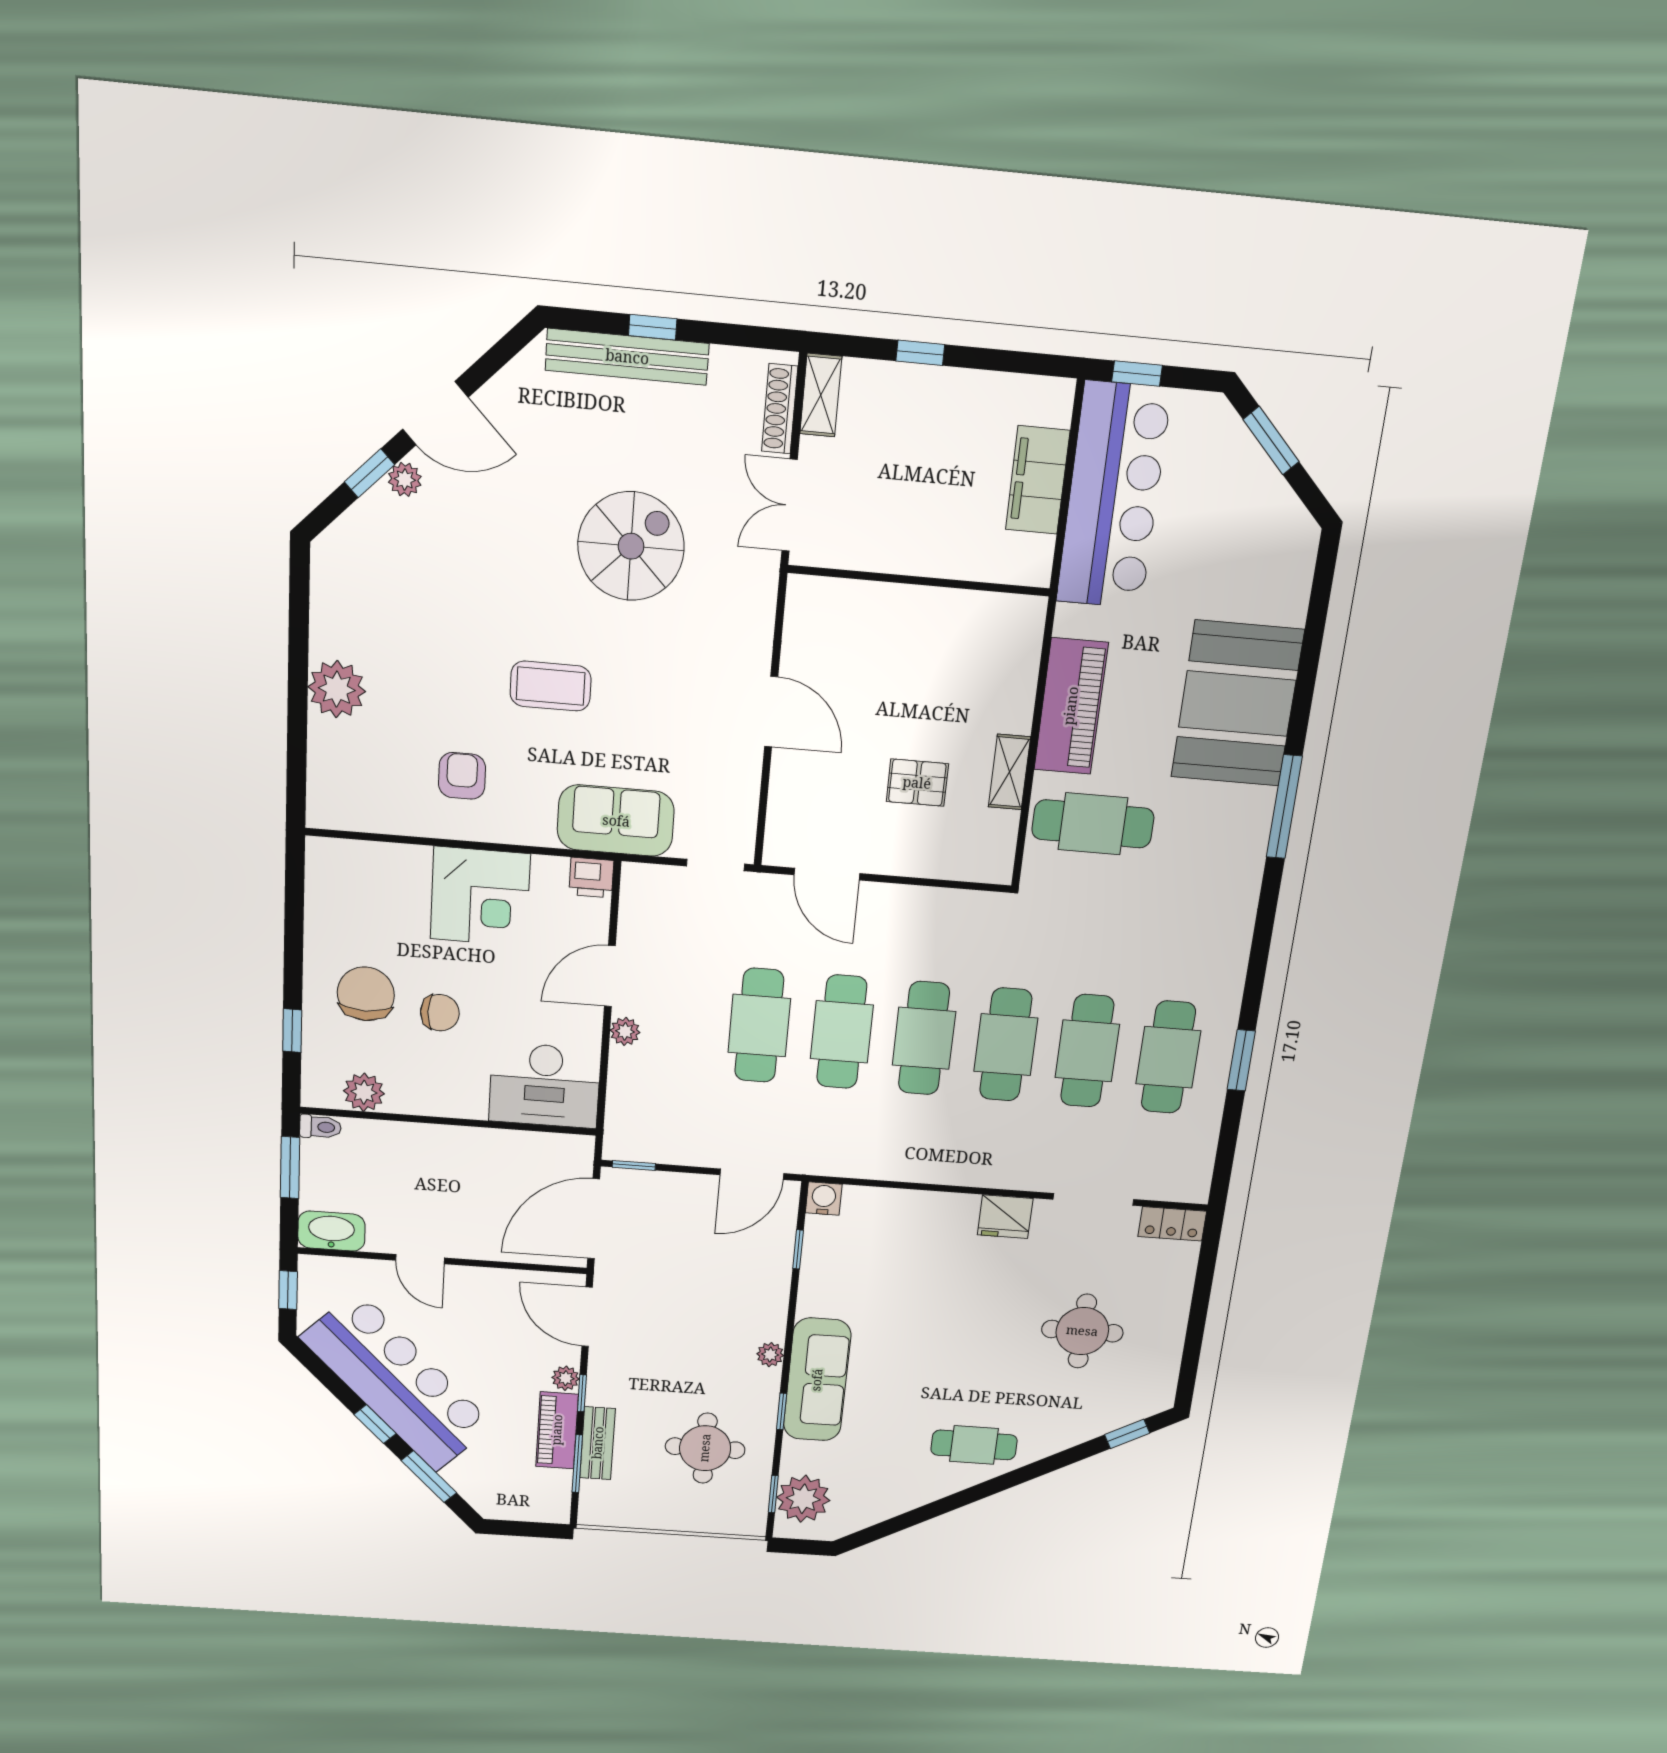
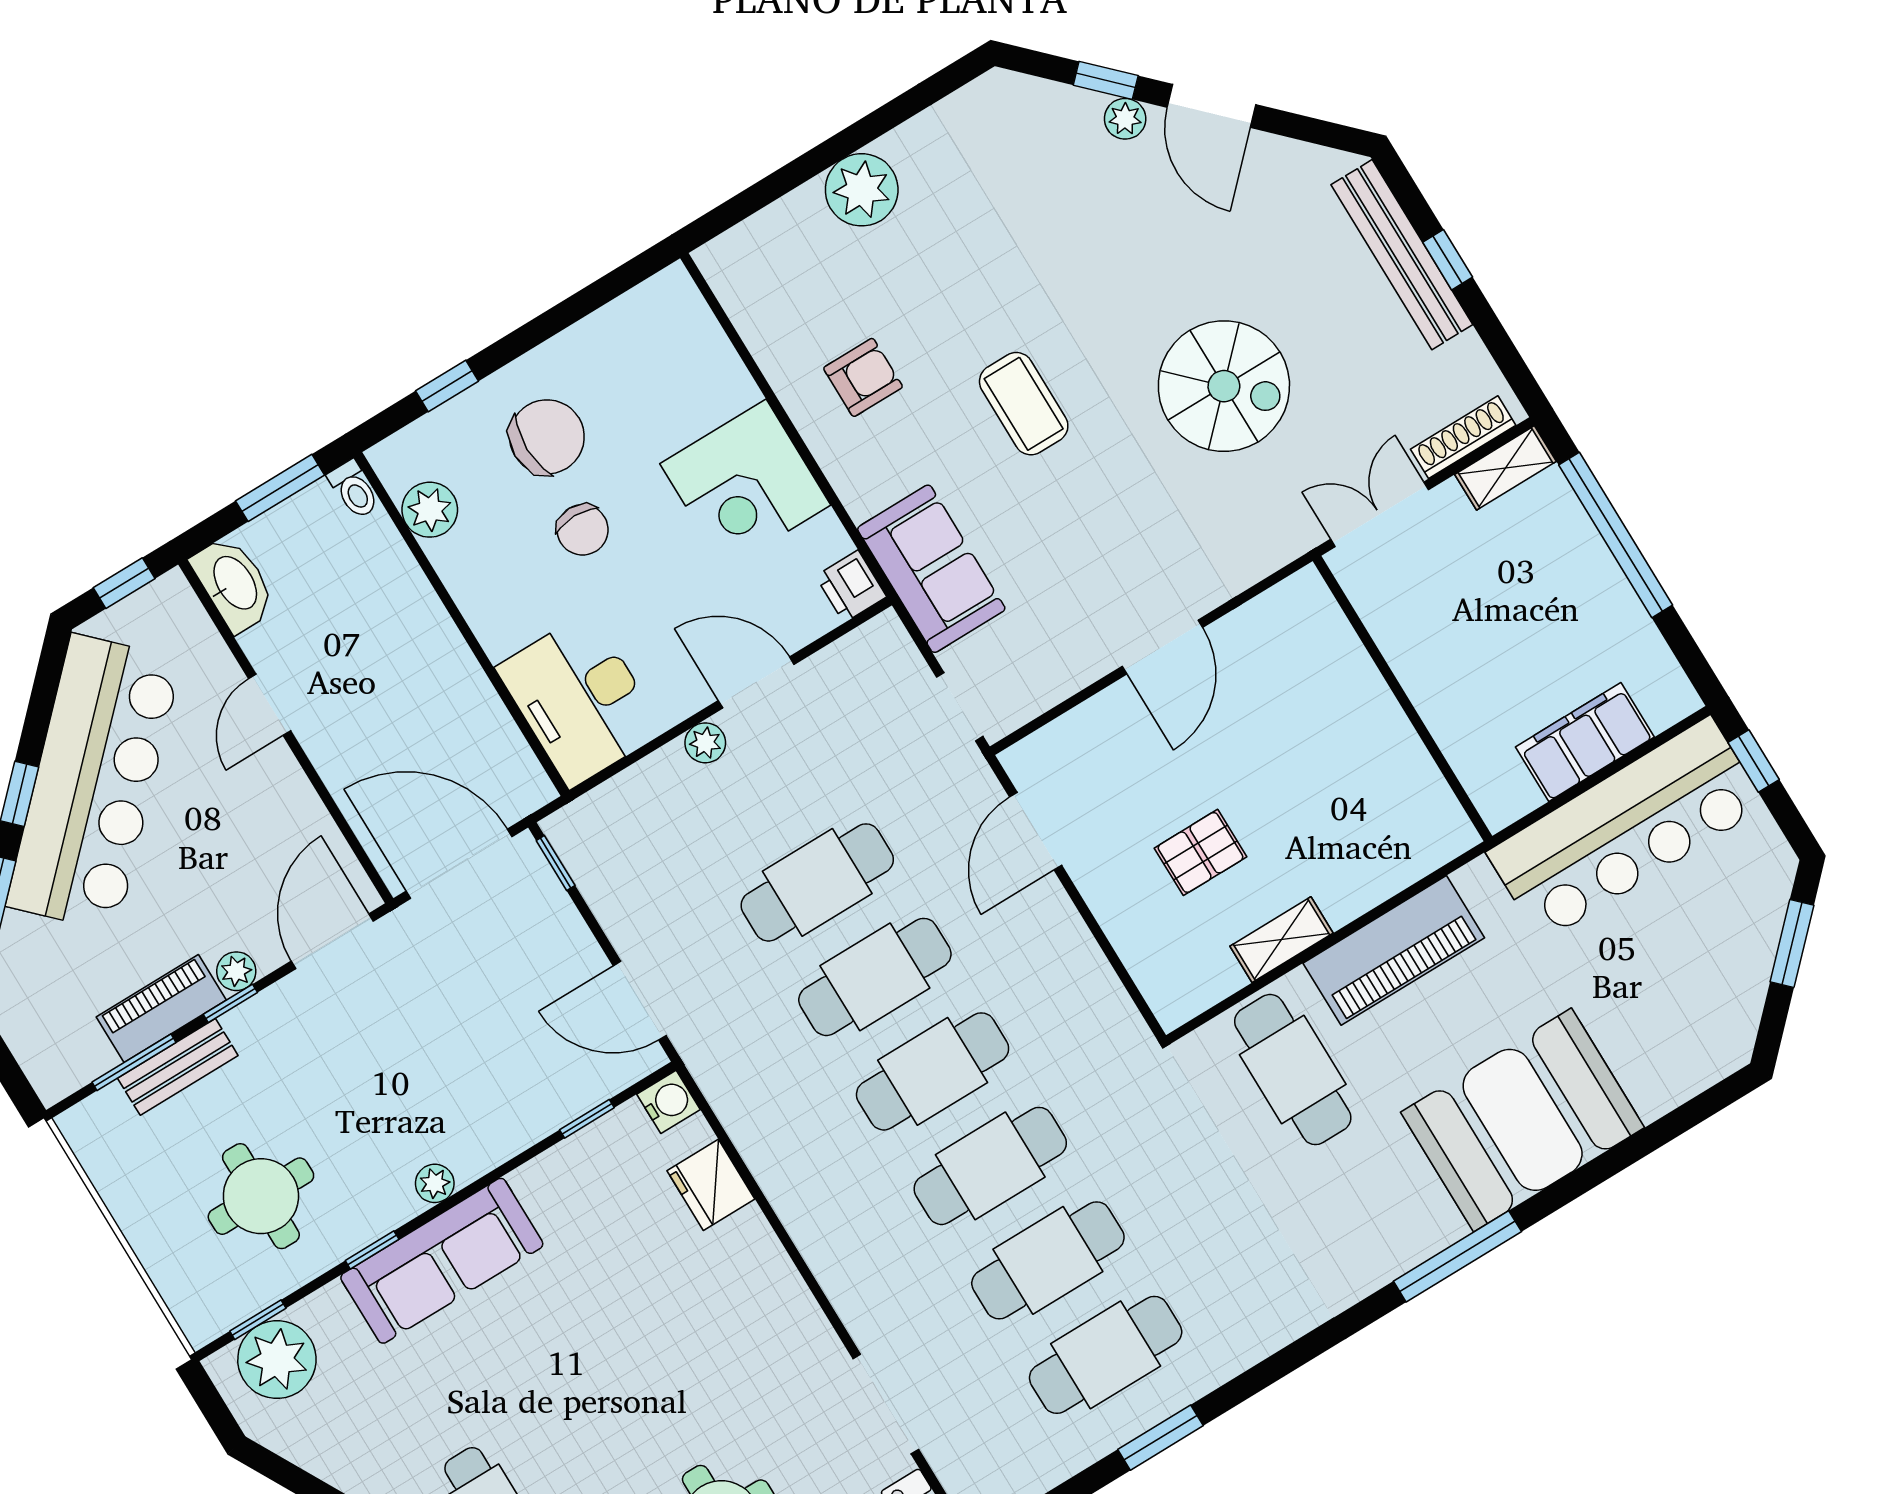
window: (920, 353) -> (1616, 535), width x3.17
pallet: (917, 783) -> (1201, 852), turned 90
fridge: (1005, 1217) -> (711, 1185), moved

